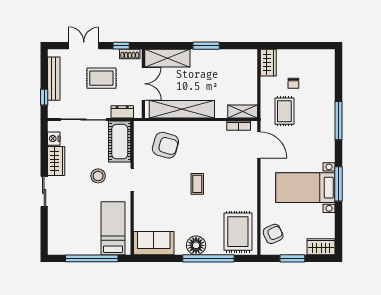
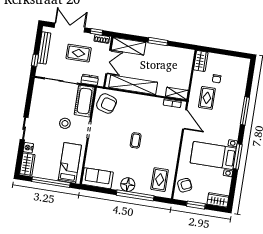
double door: (84, 46) -> (70, 28), width x1.37
nightstand: (54, 139) -> (28, 148), moved
armchair: (165, 145) -> (107, 104), moved
wardrobe: (56, 161) -> (27, 164), moved
rug: (238, 232) -> (160, 180), width x0.73, depth x0.70

